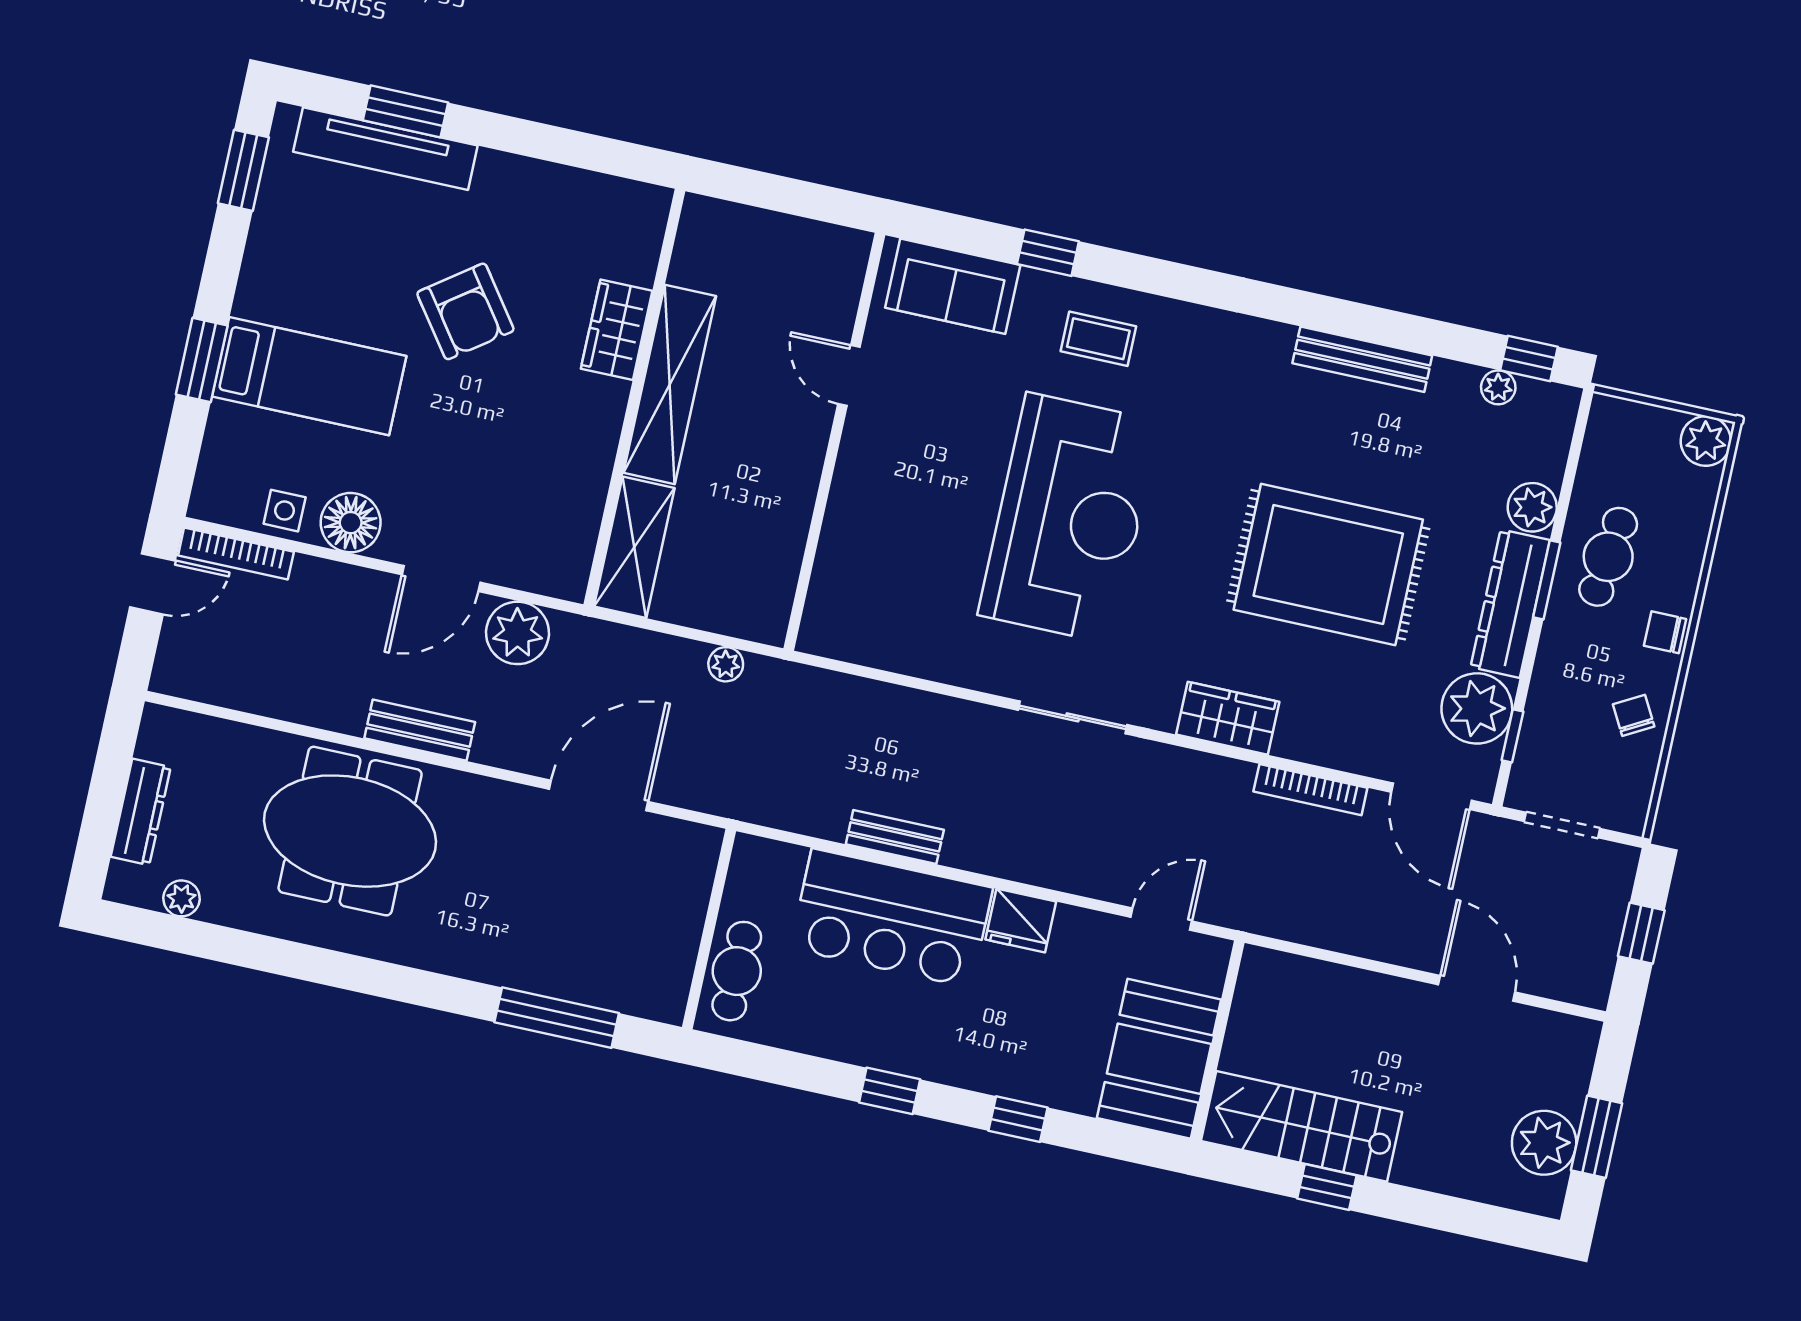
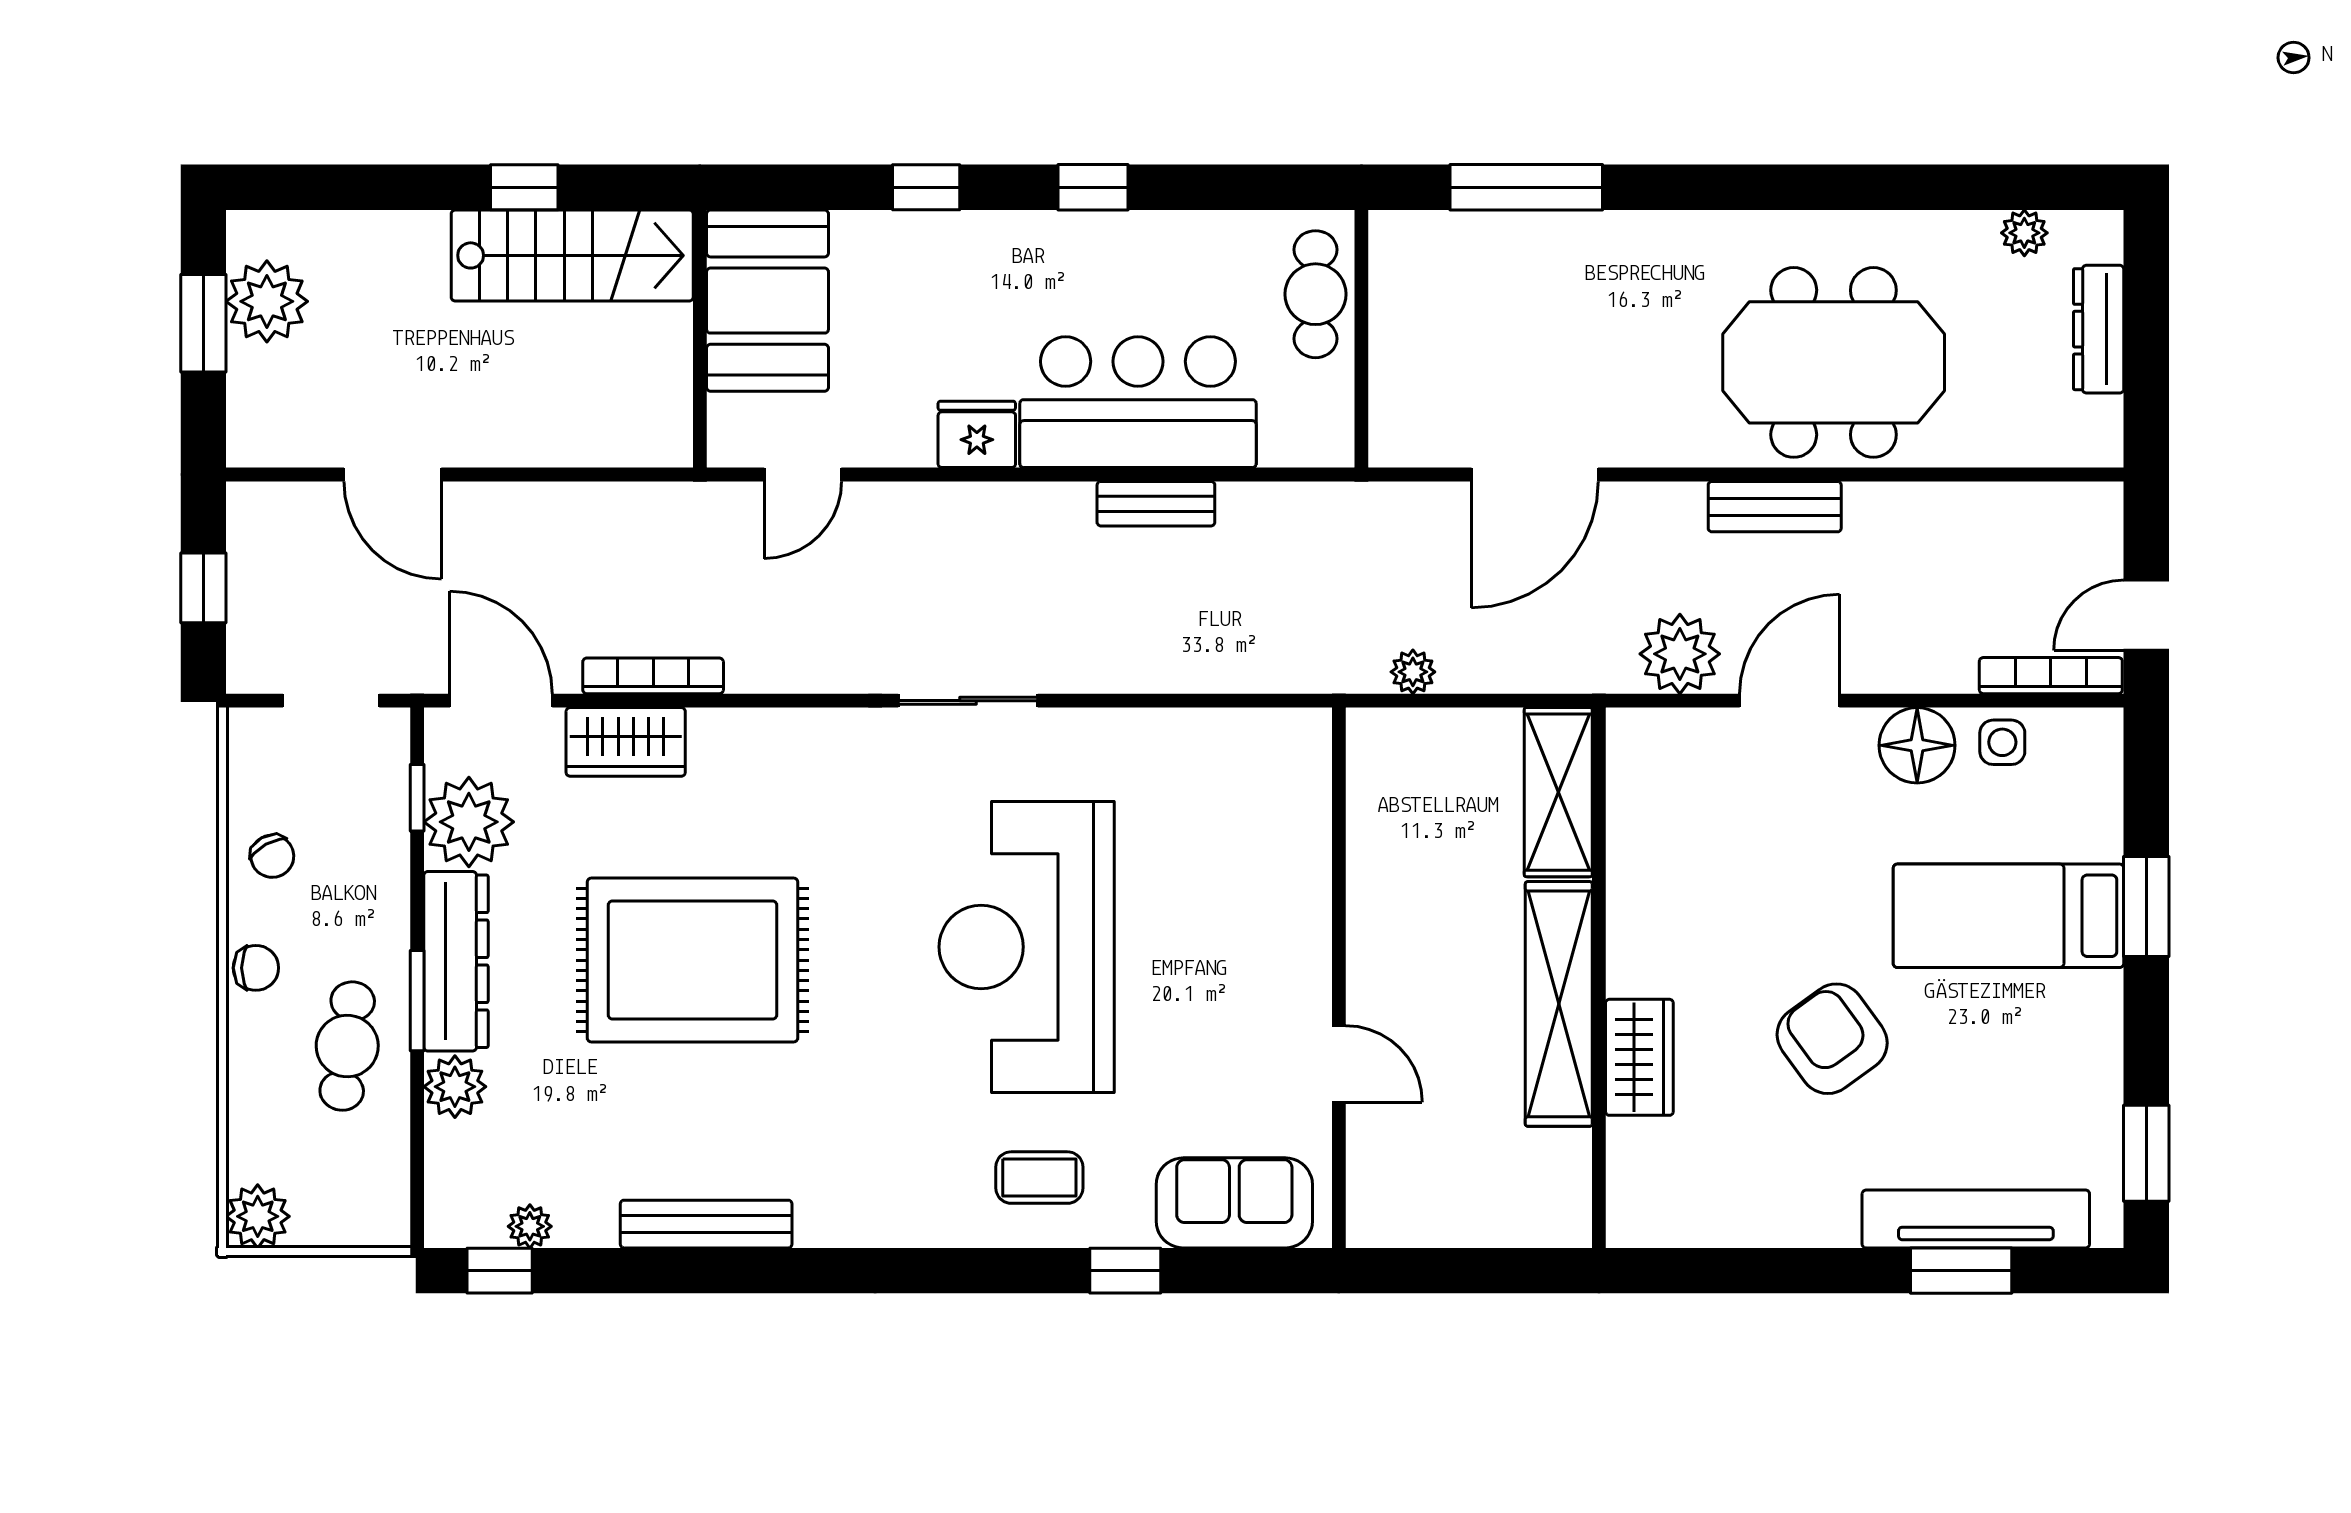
wardrobe: (1228, 718) -> (626, 742), moved

